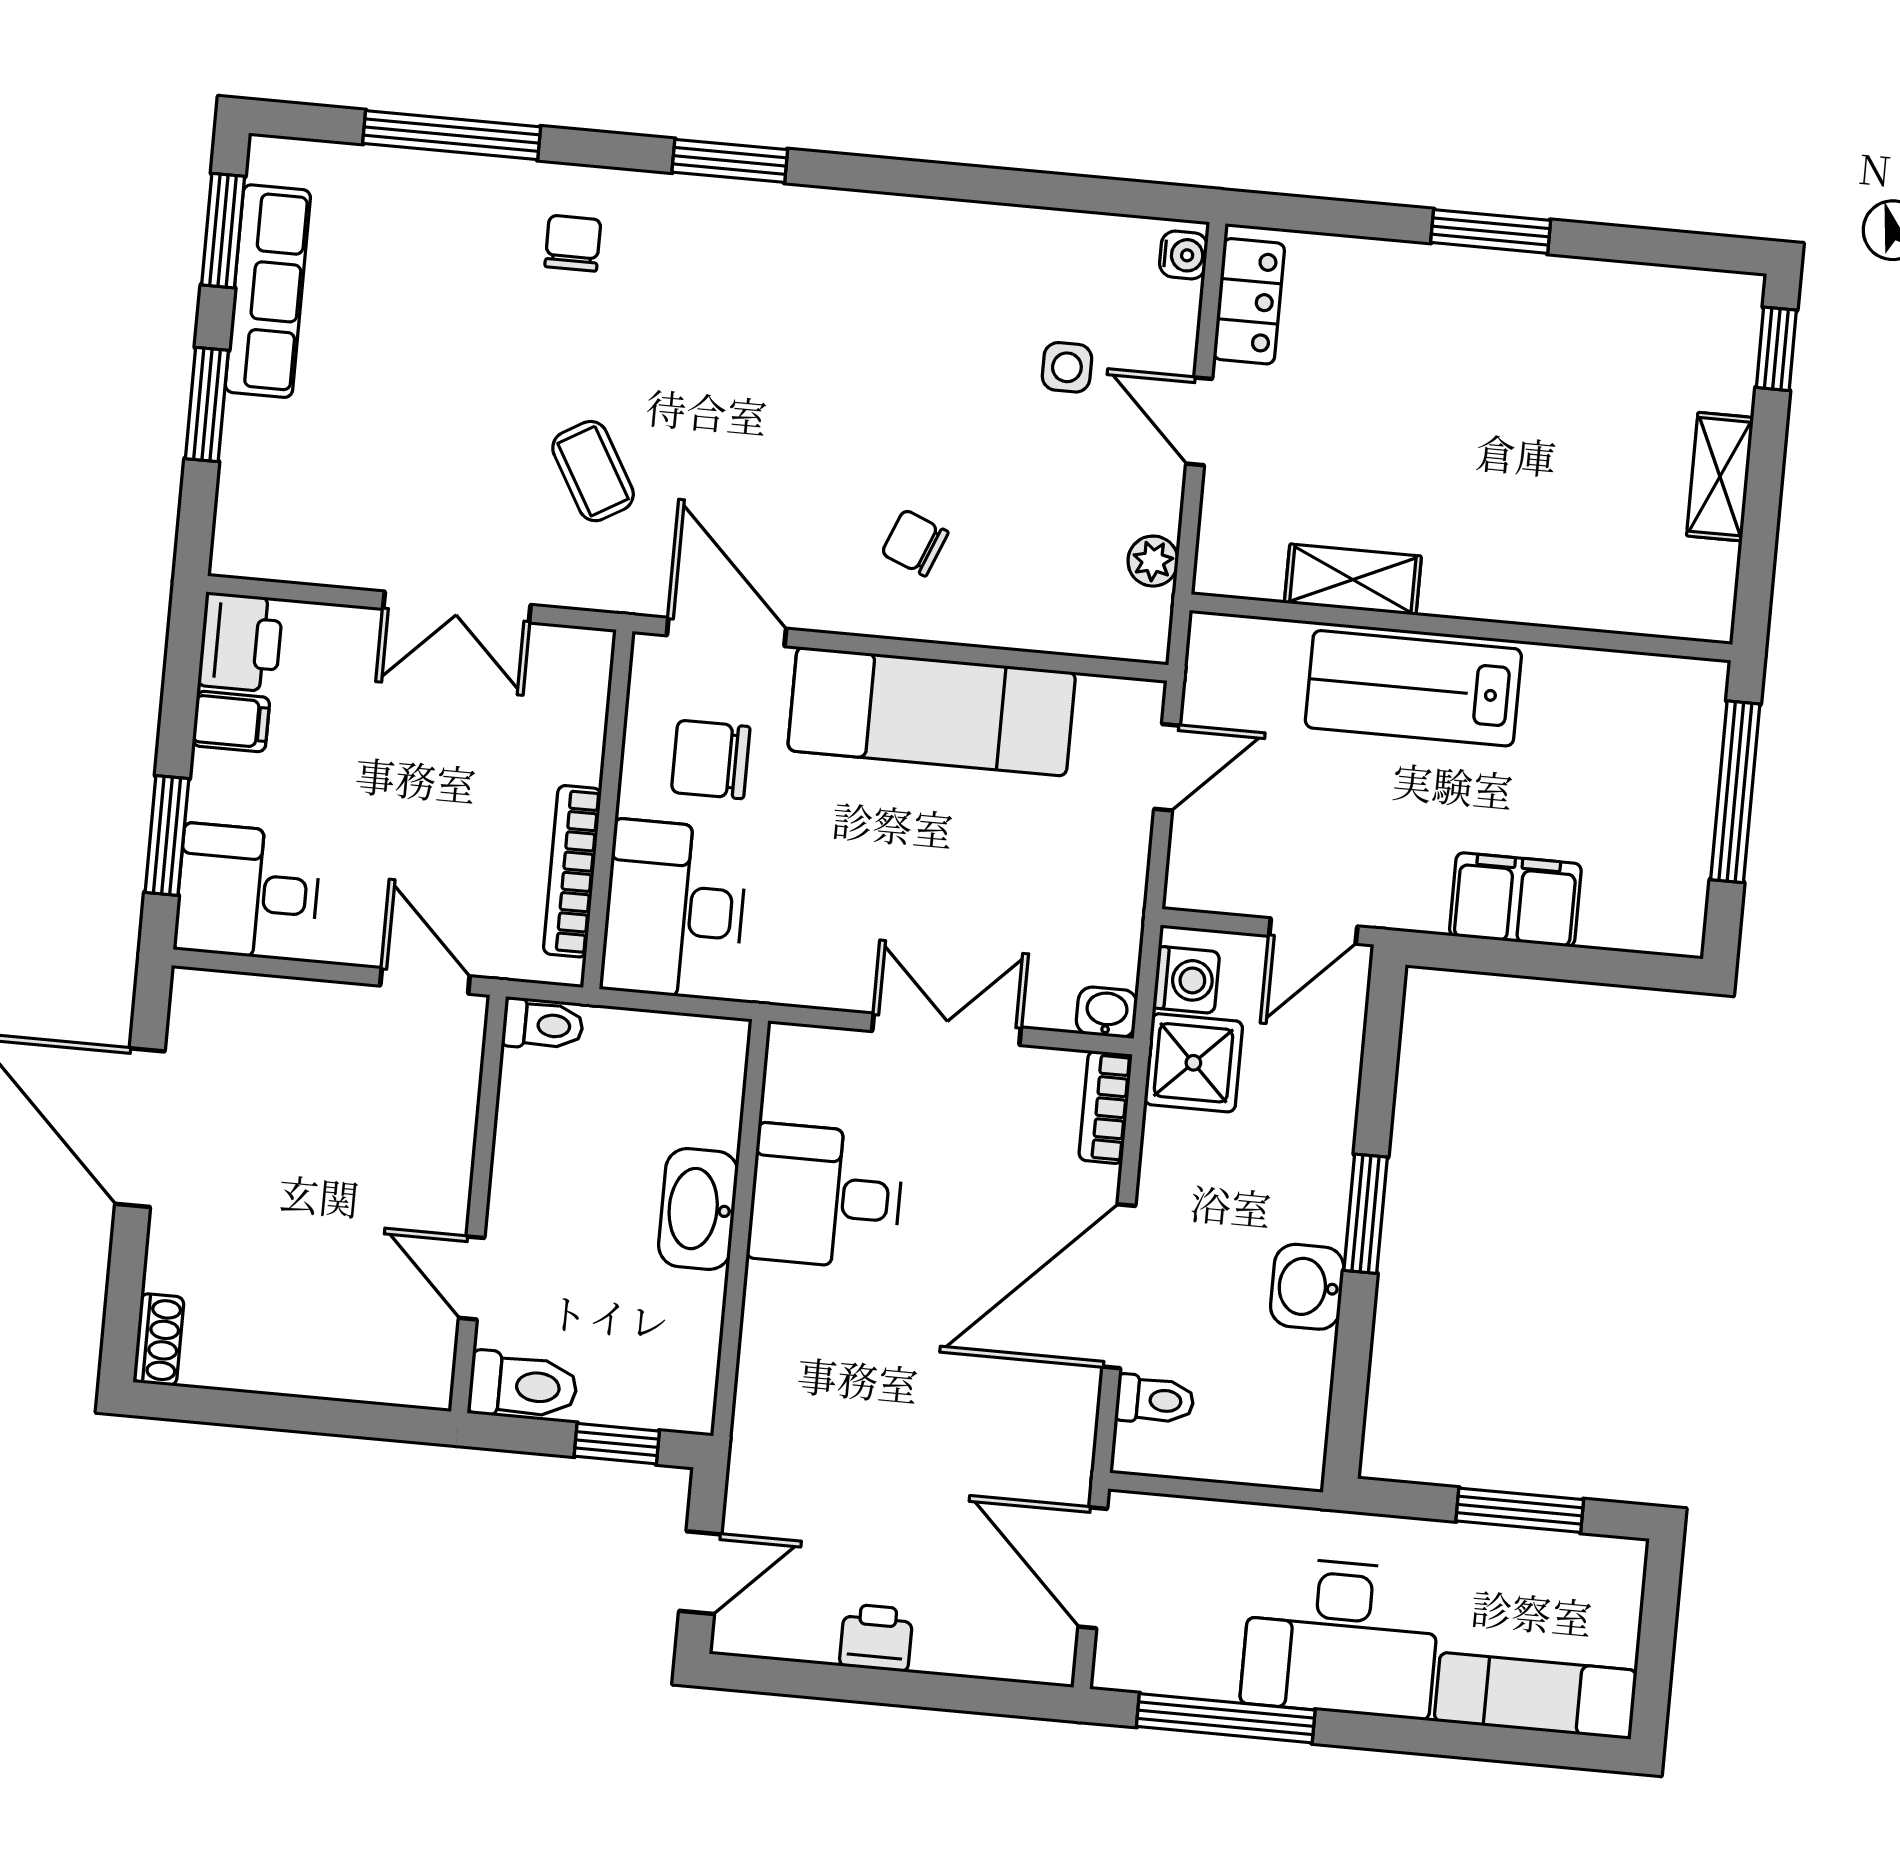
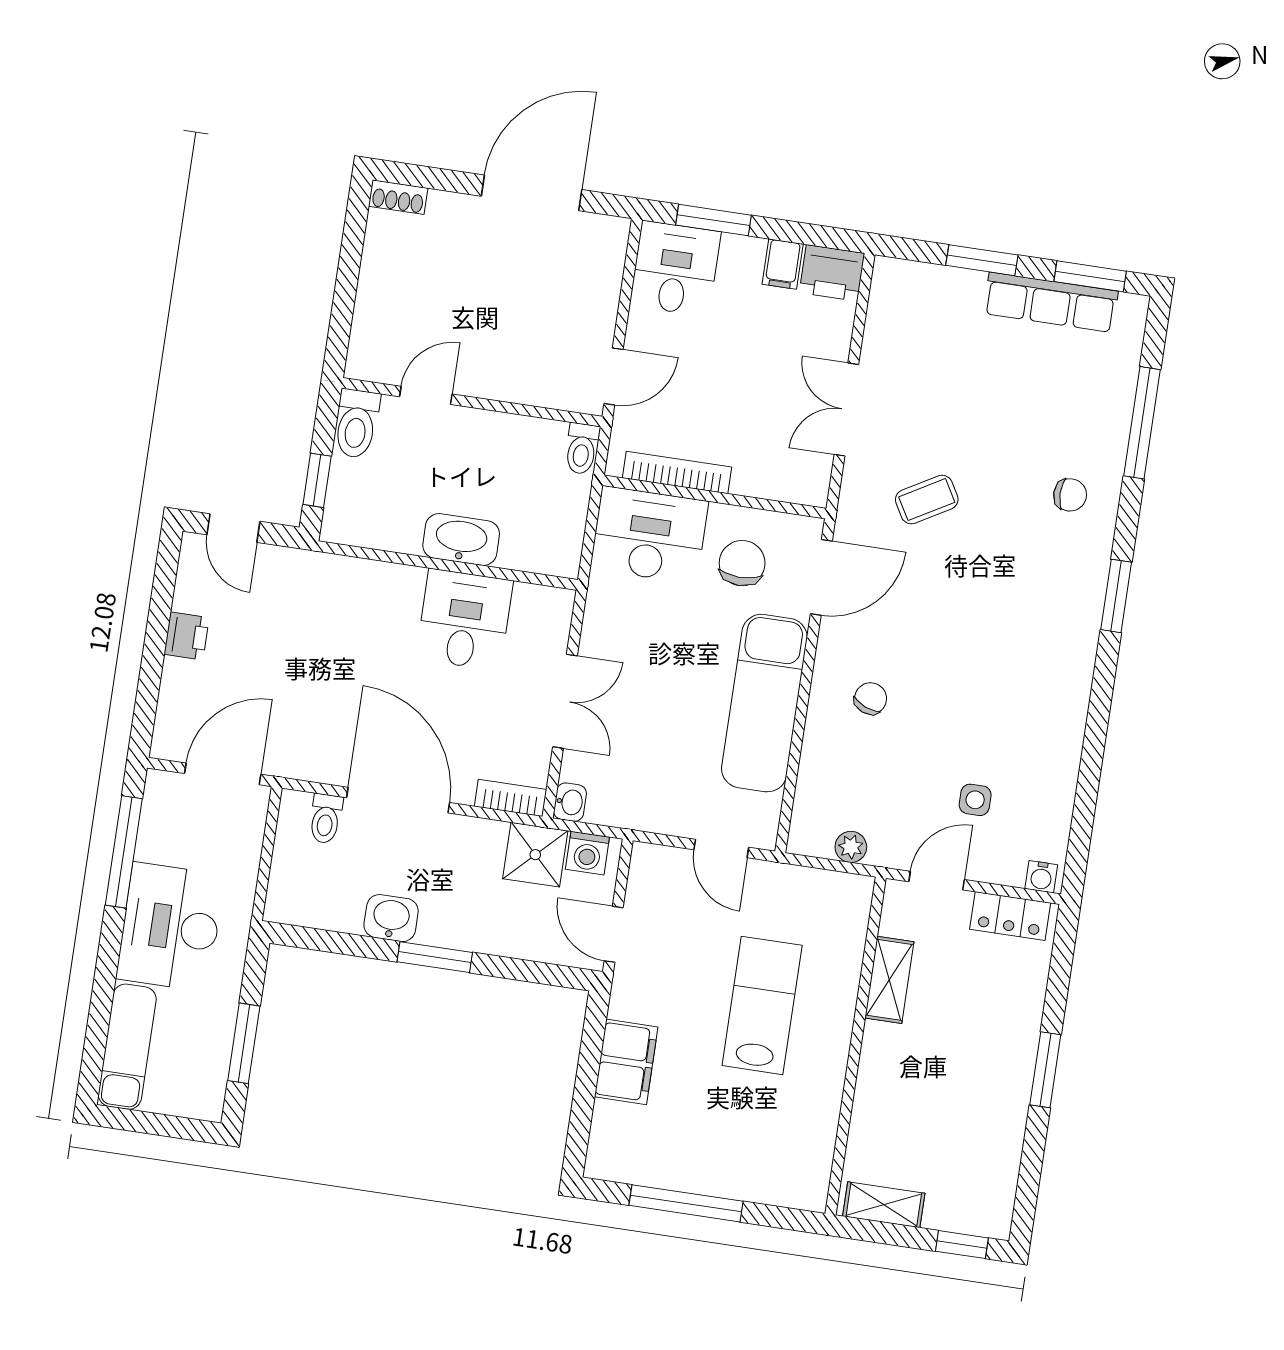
shelving: (1353, 580) -> (889, 980), moved
wall: (1461, 627) -> (856, 1046), moved

